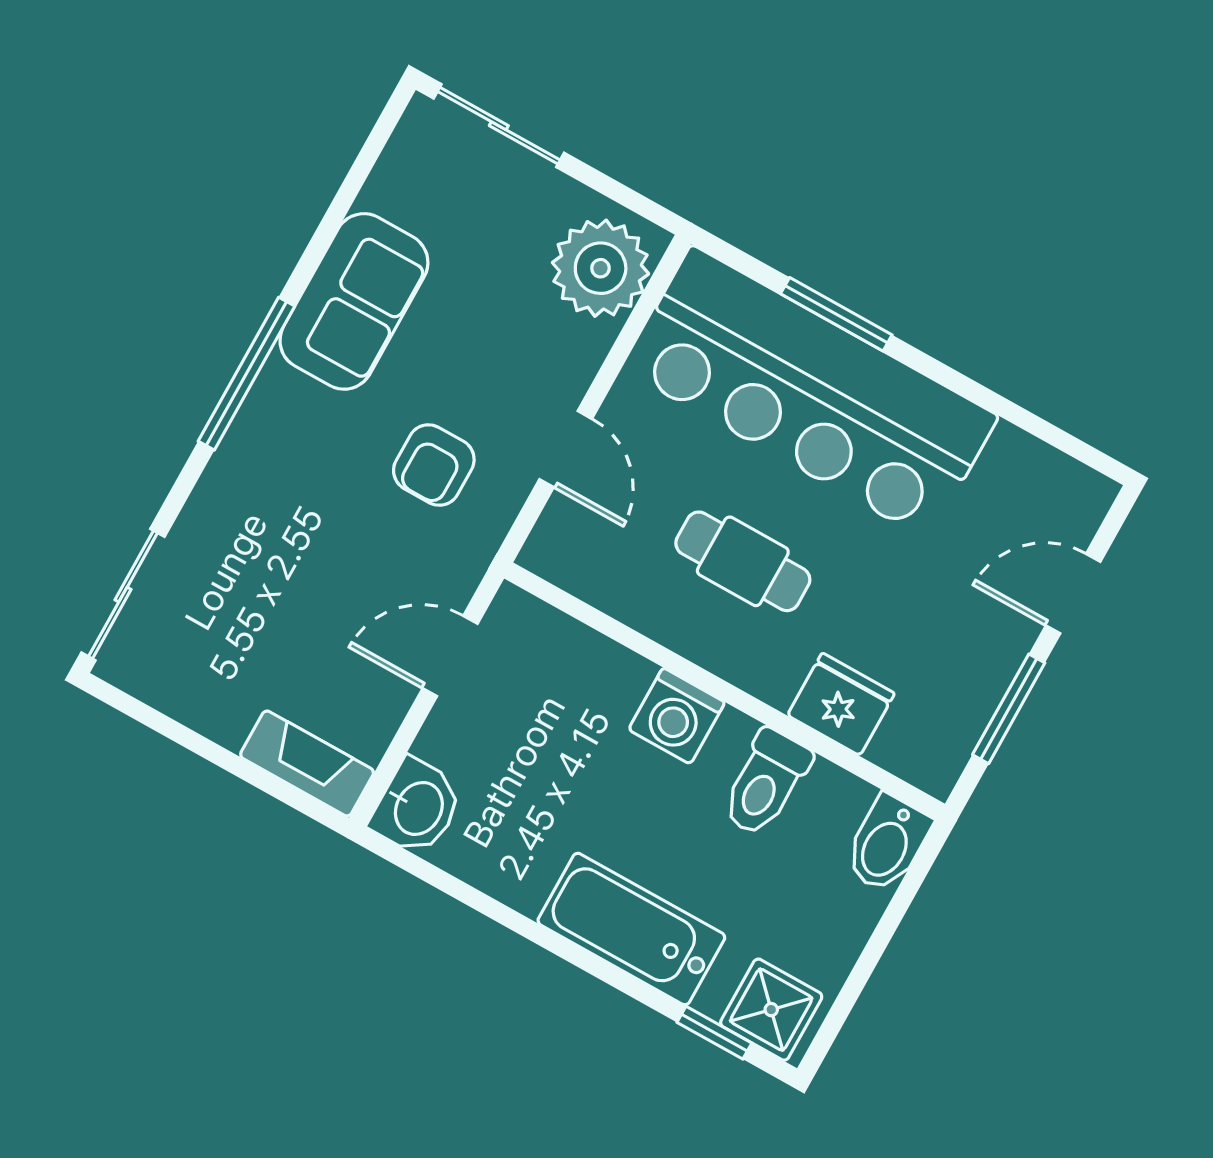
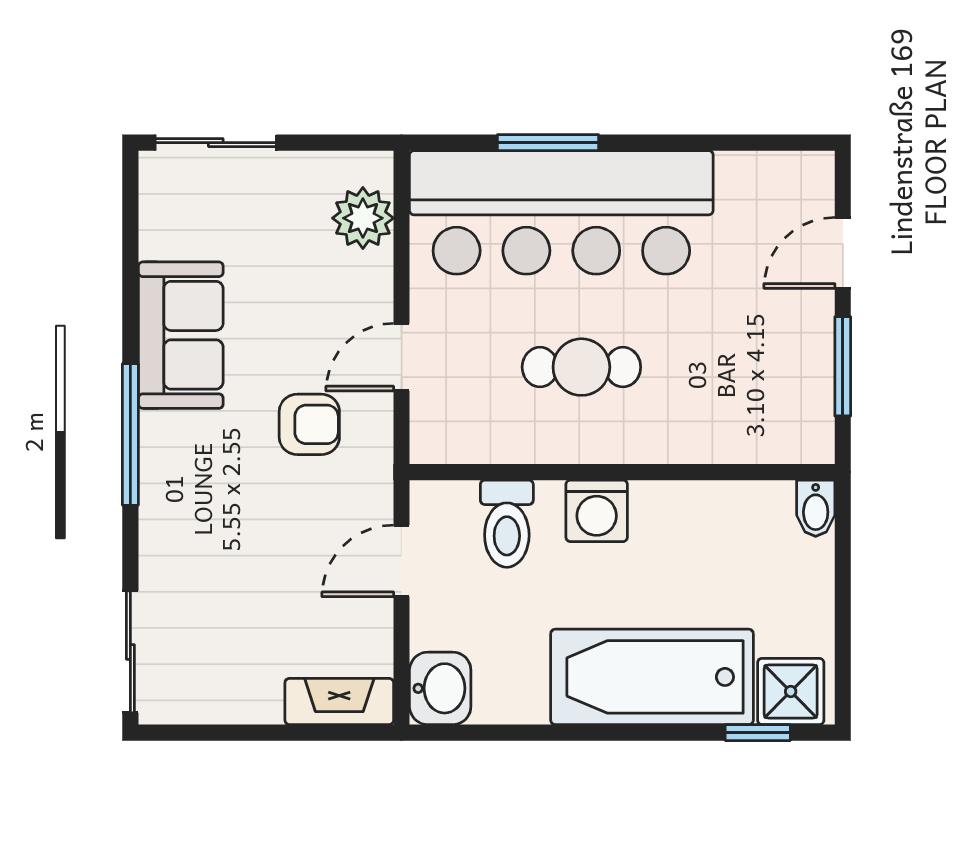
plant: (601, 268) -> (363, 218), width x0.73, depth x0.73
door: (566, 449) -> (402, 357), swing flipped
armchair: (434, 465) -> (309, 424), turned -90
fridge: (841, 704) -> (715, 433), removed
toilet: (766, 783) -> (507, 524), moved
bidet: (887, 844) -> (816, 508), width x0.72, depth x0.74
bathtub: (631, 929) -> (652, 677), width x1.36, depth x1.36

